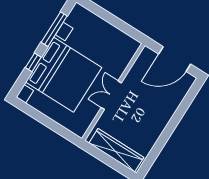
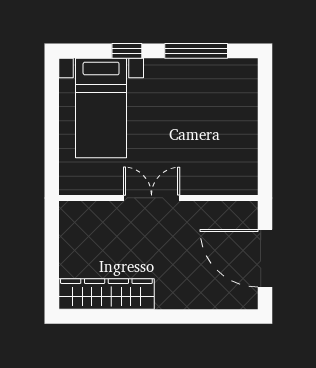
bed with nightstands: (64, 75) -> (101, 108), width x0.54
wardrobe: (116, 150) -> (106, 294), moved, turned -90

